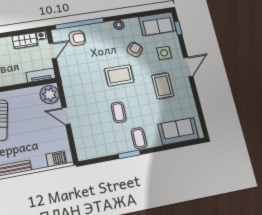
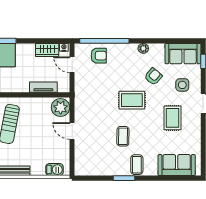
door: (53, 51) -> (72, 65), swing flipped
tv unit: (41, 75) -> (43, 87), moved

